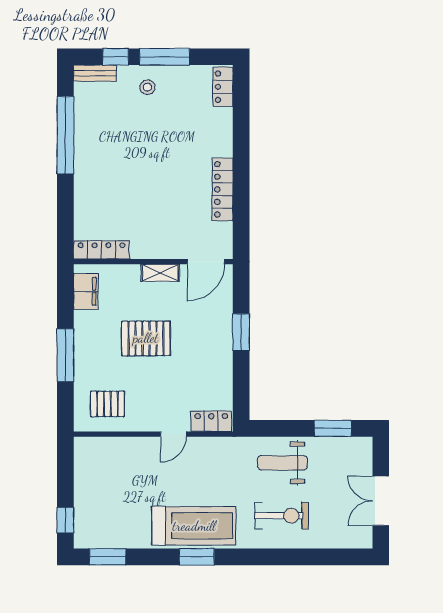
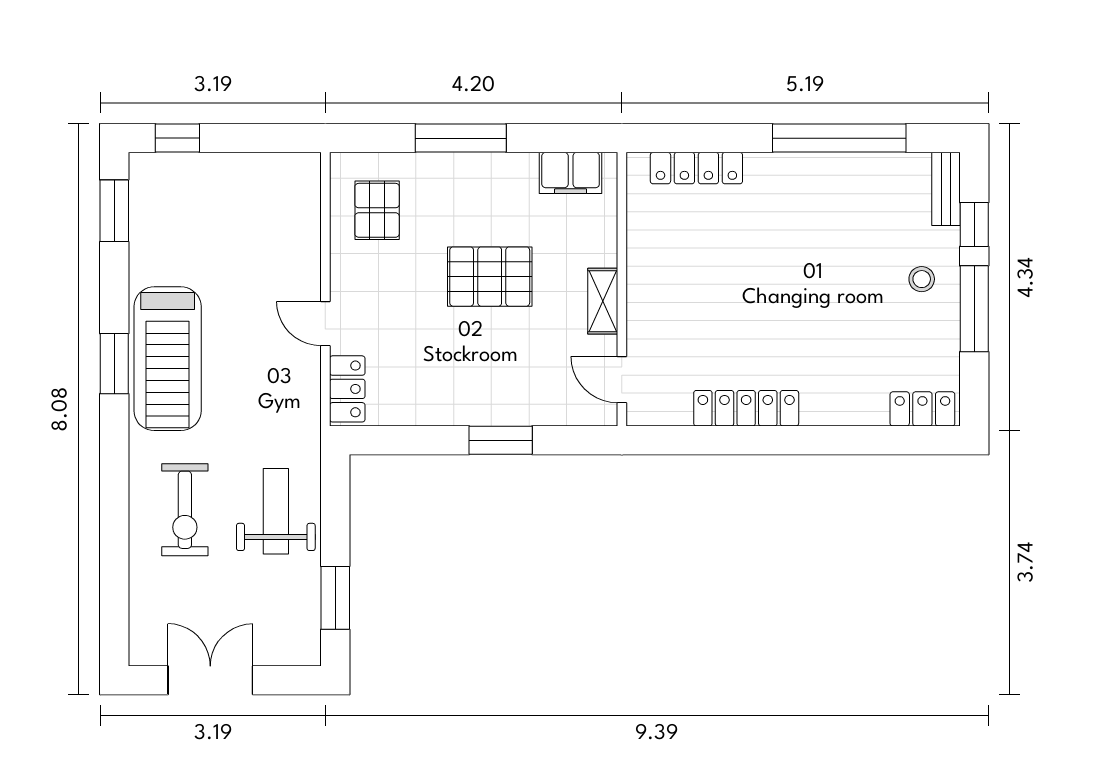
locker: (101, 250) -> (696, 168), moved, turned 90
door: (206, 262) -> (622, 380), width x0.73
pallet: (146, 338) -> (490, 277), turned 90

